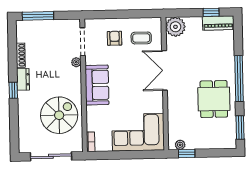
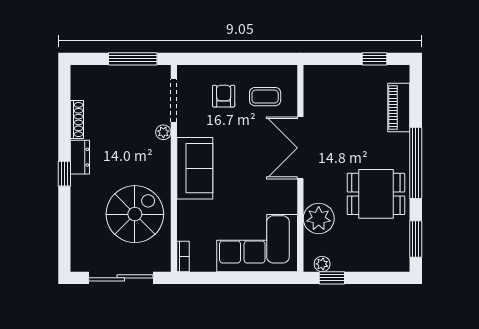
window: (38, 16) -> (133, 59), moved
piano: (218, 23) -> (399, 107), moved, turned 90
plant: (175, 27) -> (319, 218), moved
dining table: (214, 99) -> (376, 194), turned 90

